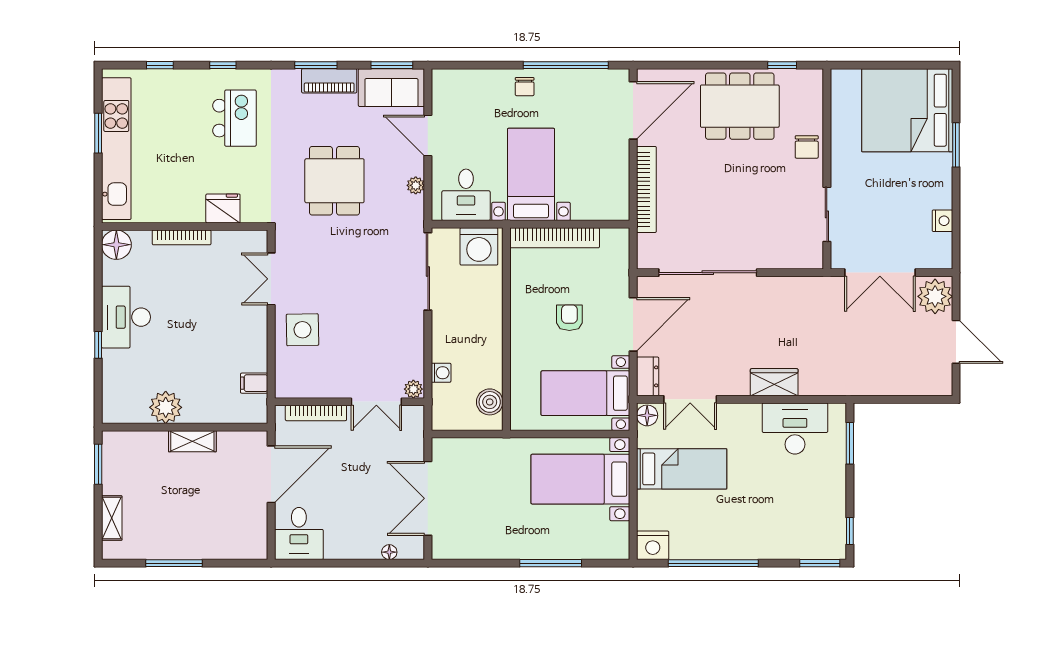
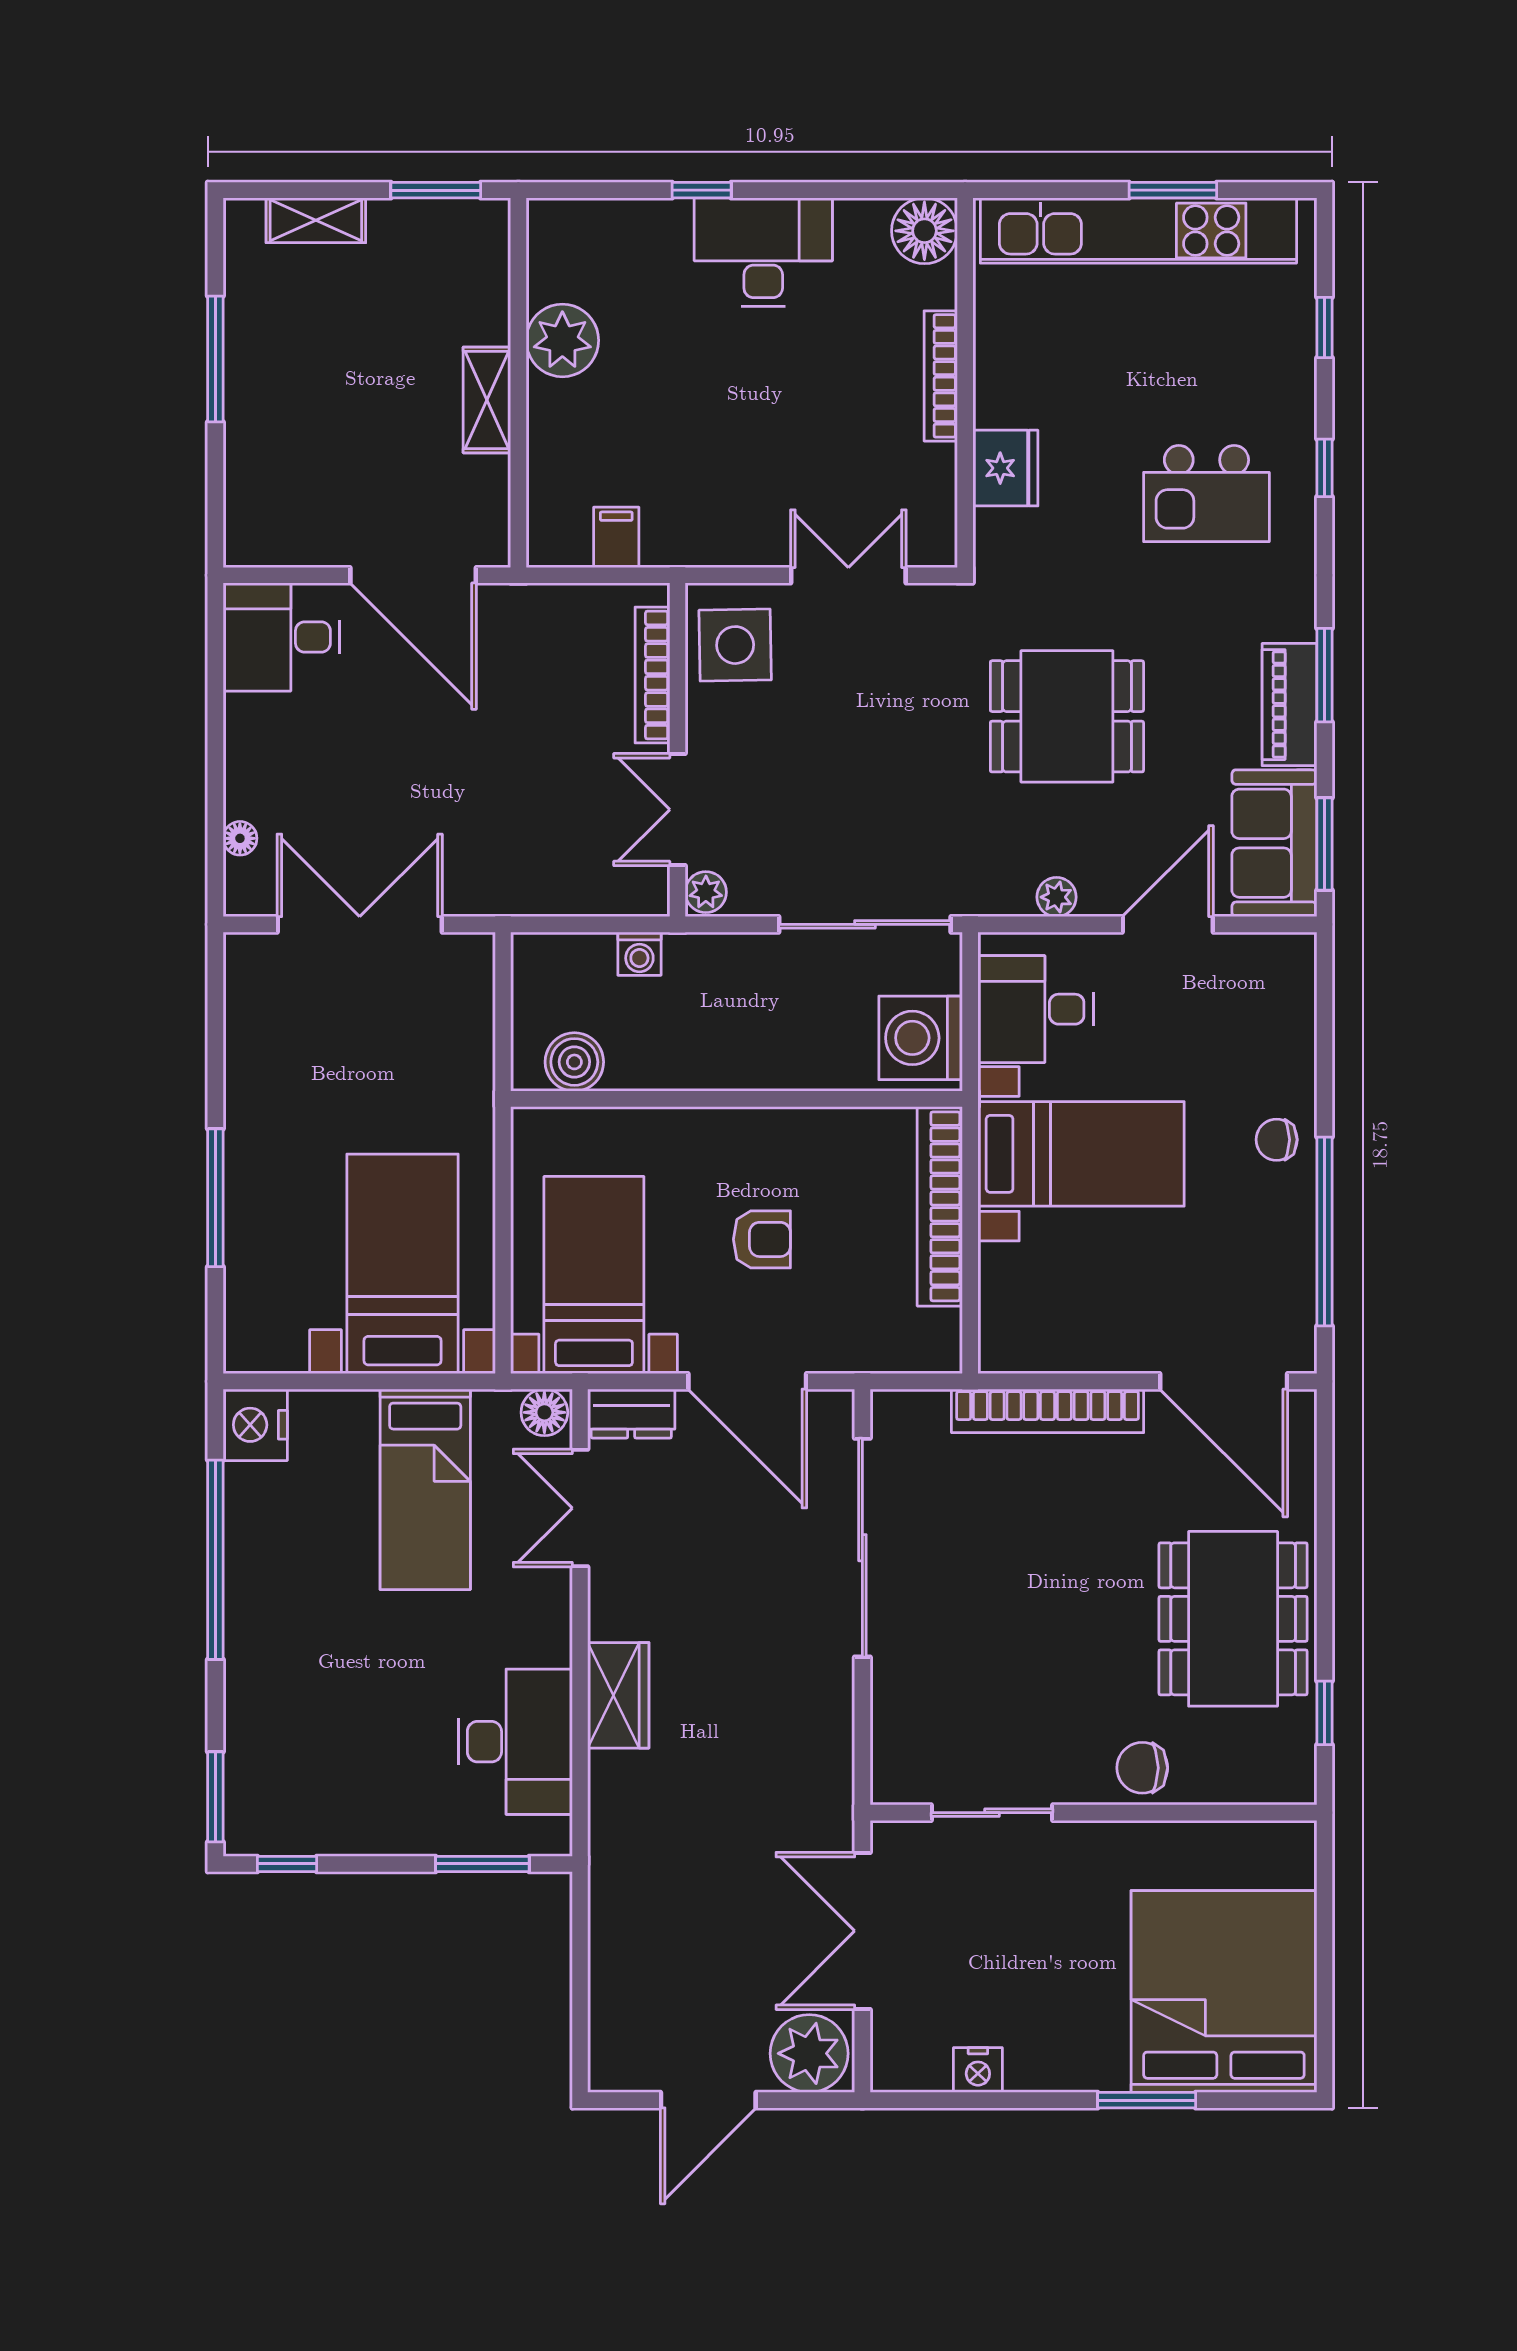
plant: (413, 389) -> (706, 892), moved
wall: (350, 402) -> (678, 750), moved
double door: (376, 402) -> (678, 810), moved
bookcase: (316, 413) -> (652, 675), moved

